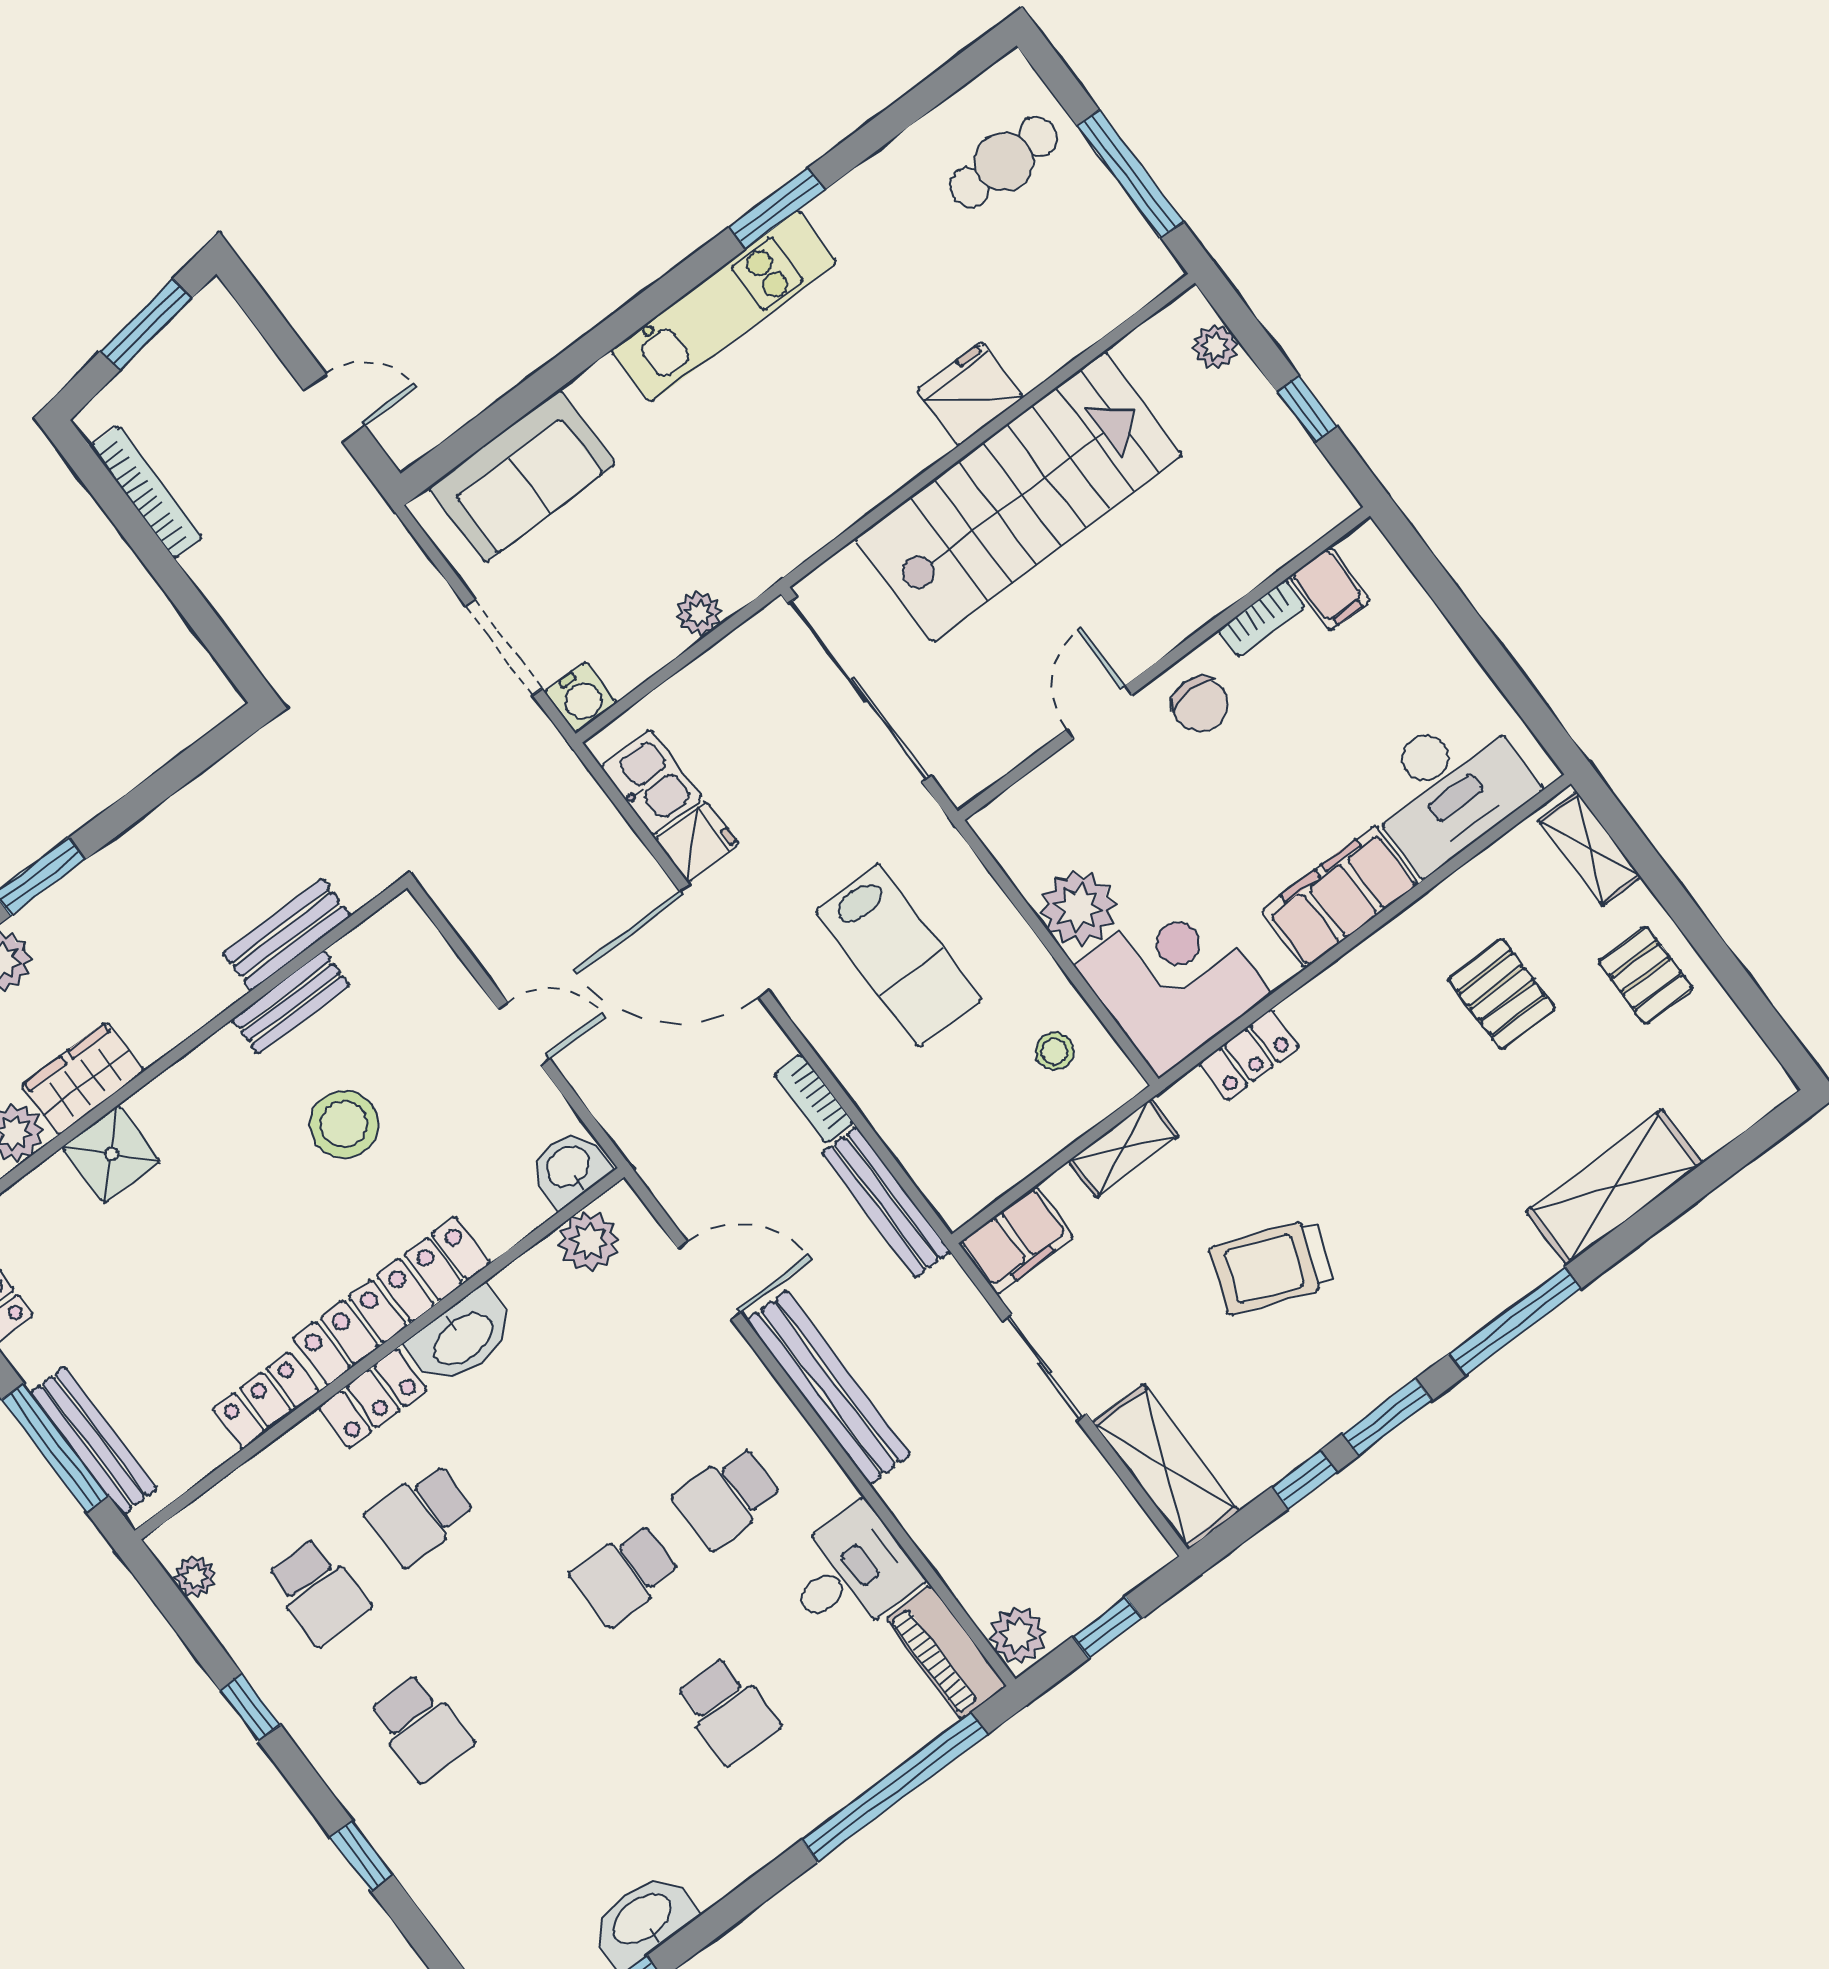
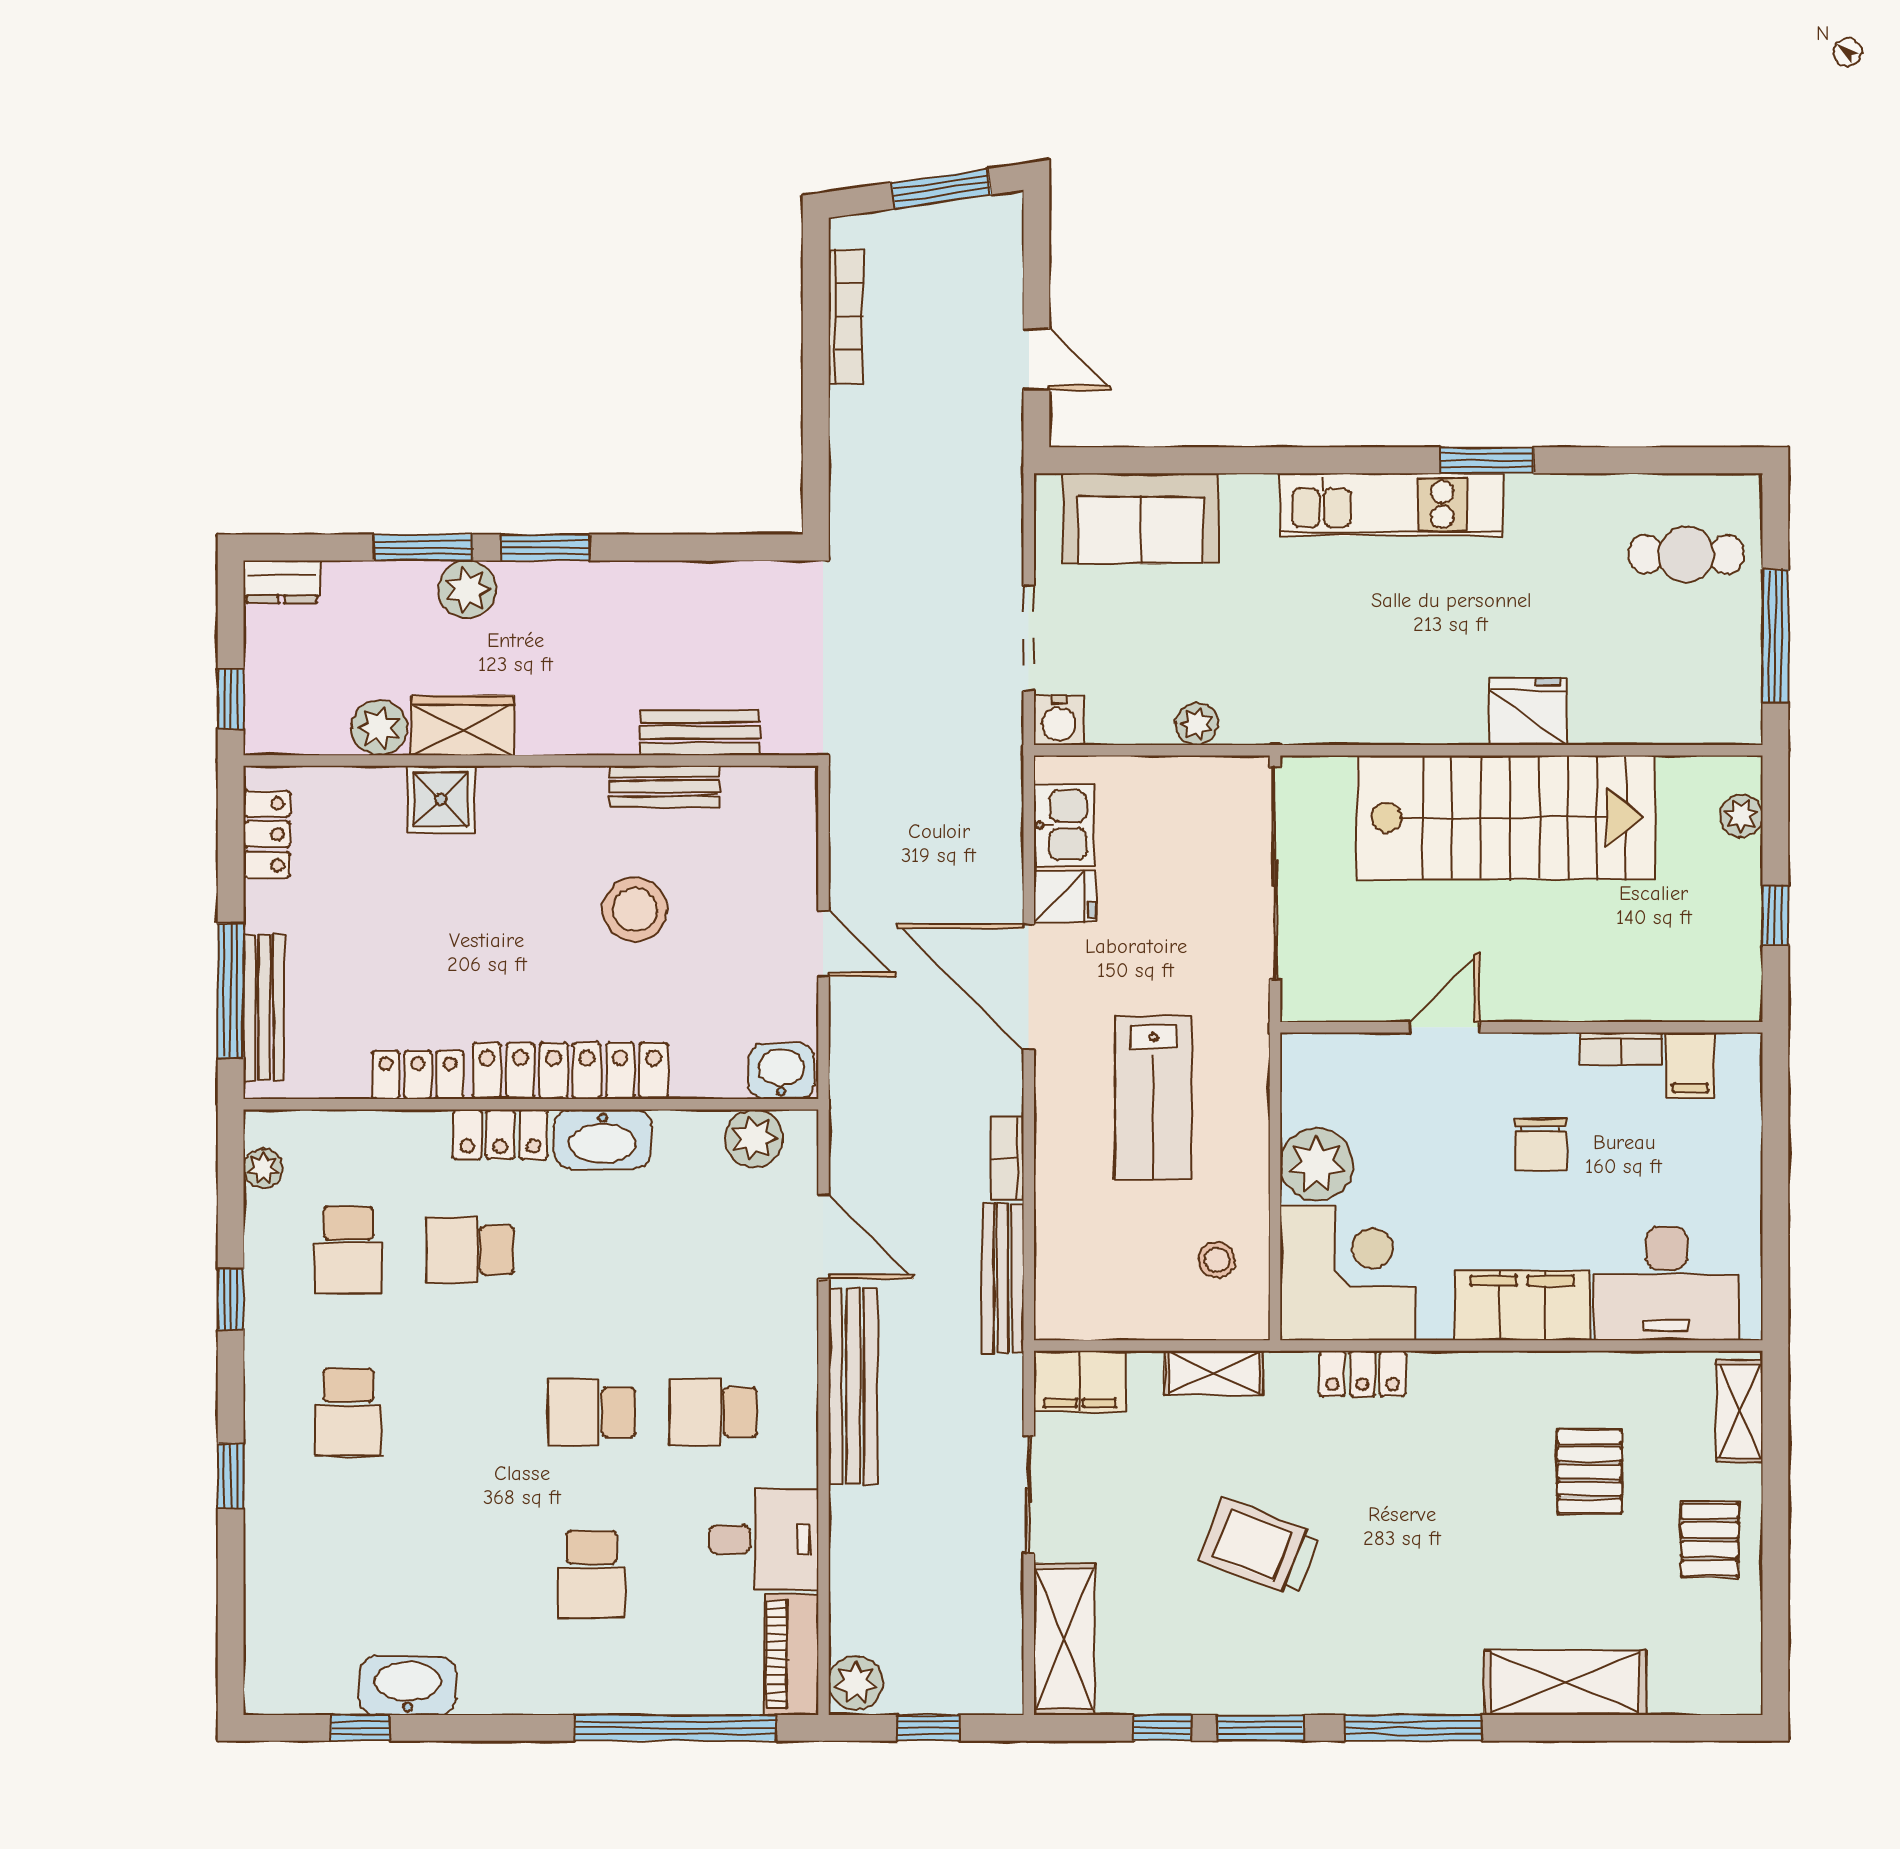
chair: (1200, 704) -> (1540, 1144), moved

